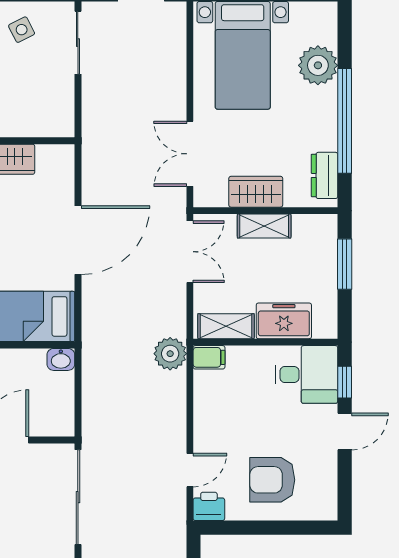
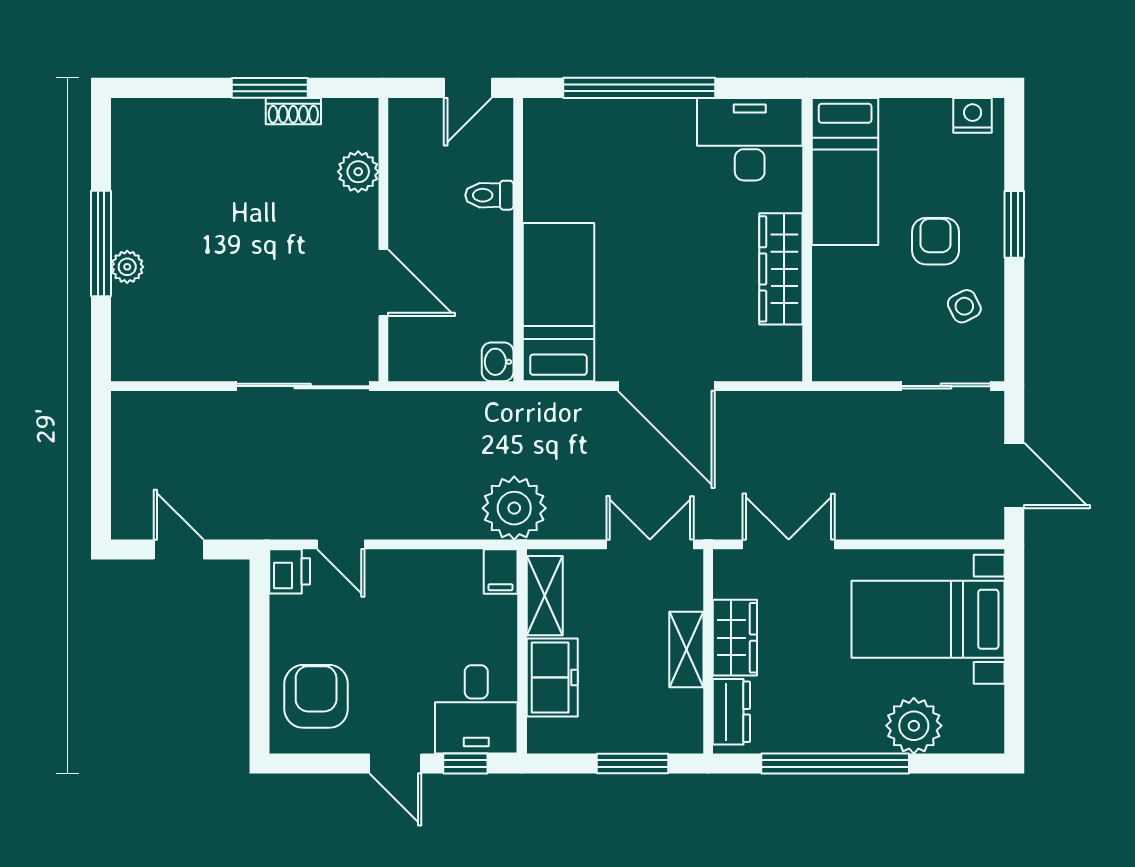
dresser: (325, 175) -> (731, 712), moved, turned 90
double door: (190, 252) -> (650, 544), swing flipped
plant: (170, 354) -> (514, 508), width x1.36, depth x1.36
armchair: (272, 480) -> (316, 696), moved

